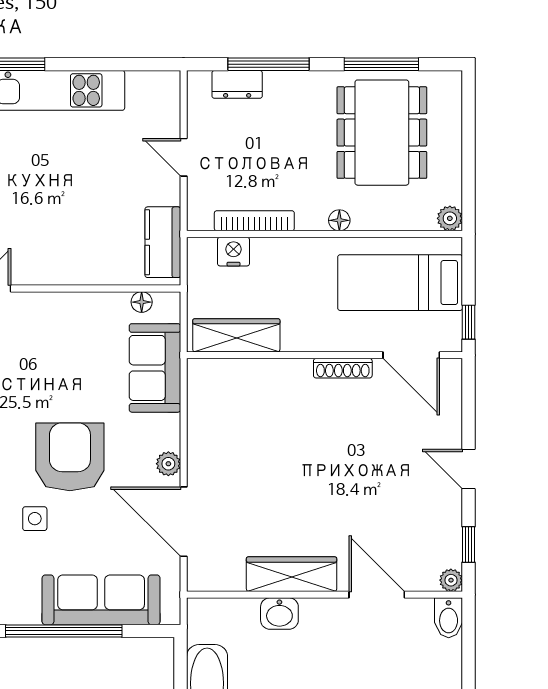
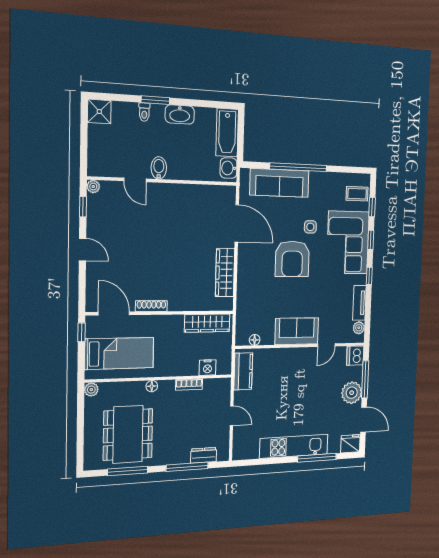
bookcase: (254, 221) -> (189, 385), width x0.64
sofa: (155, 368) -> (297, 331), moved, turned -90
plant: (168, 464) -> (244, 255), removed
wardrobe: (292, 574) -> (225, 273), moved, turned 90
door: (377, 595) -> (135, 180), width x0.73
washbasin: (279, 614) -> (229, 168), moved, turned -90
bidet: (449, 618) -> (159, 168), moved

